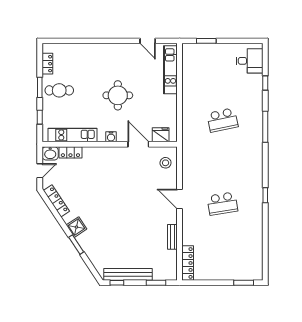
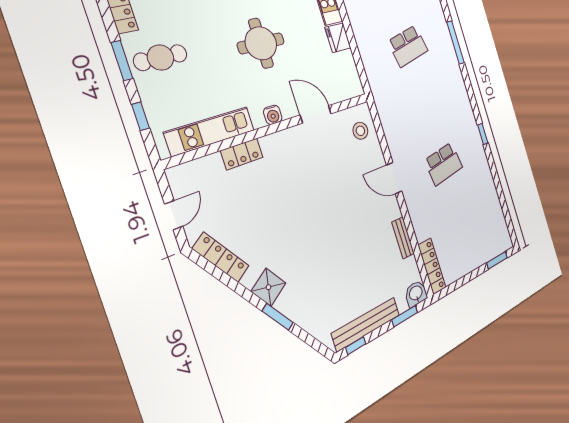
fridge: (161, 135) -> (338, 38), moved, turned -90
locker: (70, 152) -> (242, 154), moved
washbasin: (50, 153) -> (416, 294), moved, turned 180

